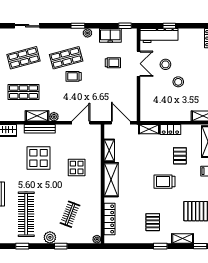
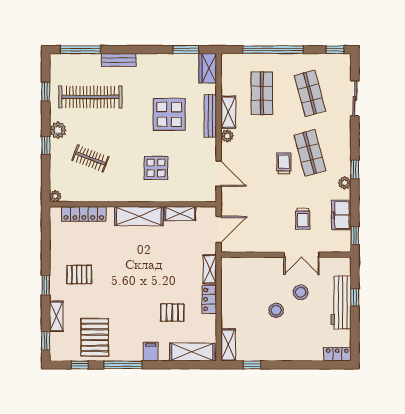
workbench: (159, 36) -> (341, 303), moved
trolley: (164, 182) -> (136, 291), removed

